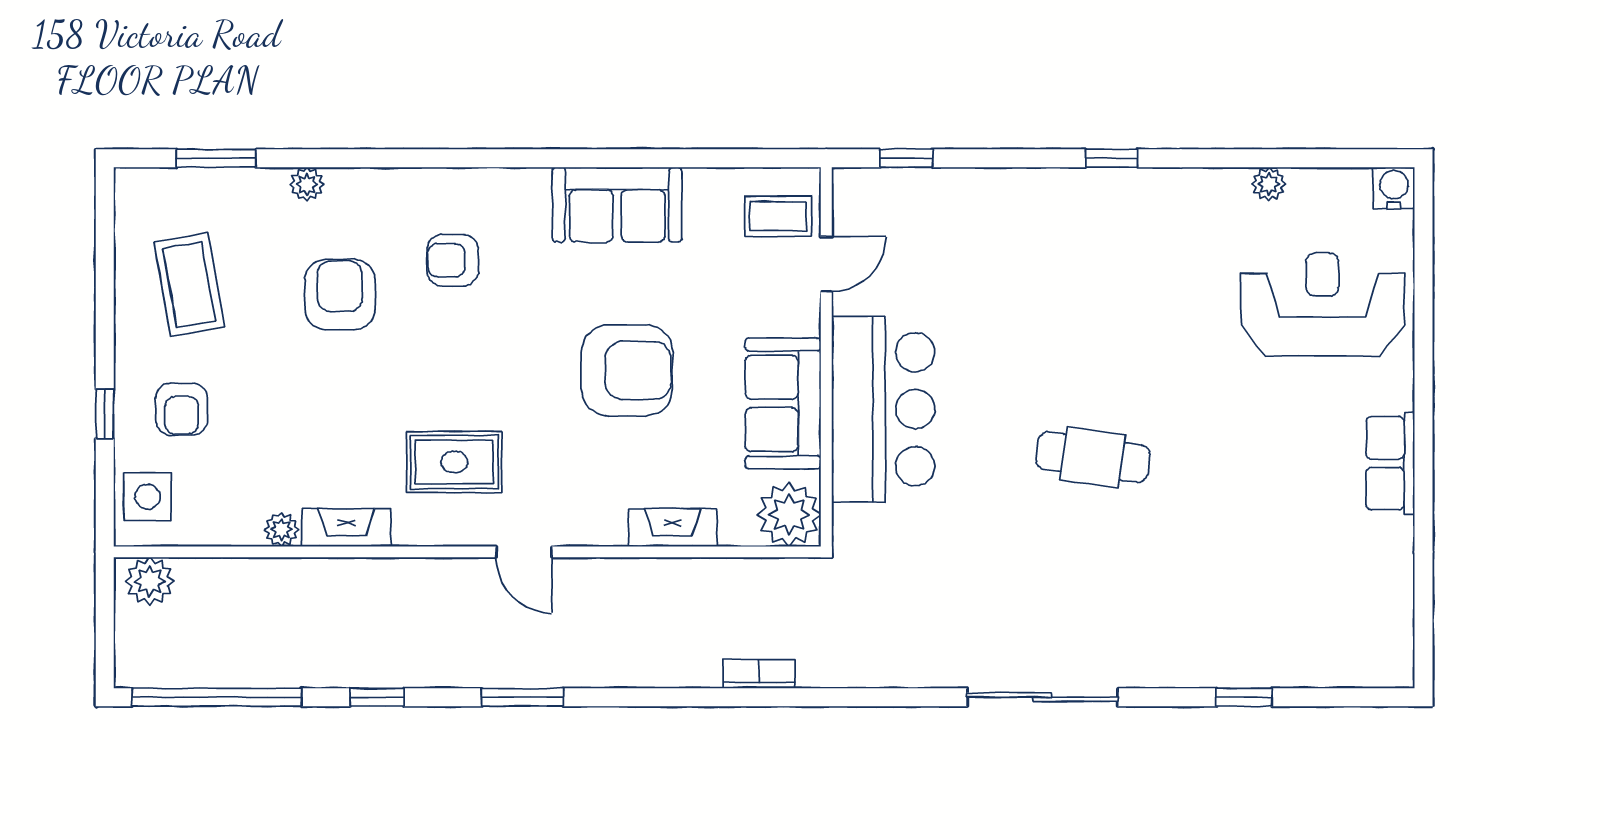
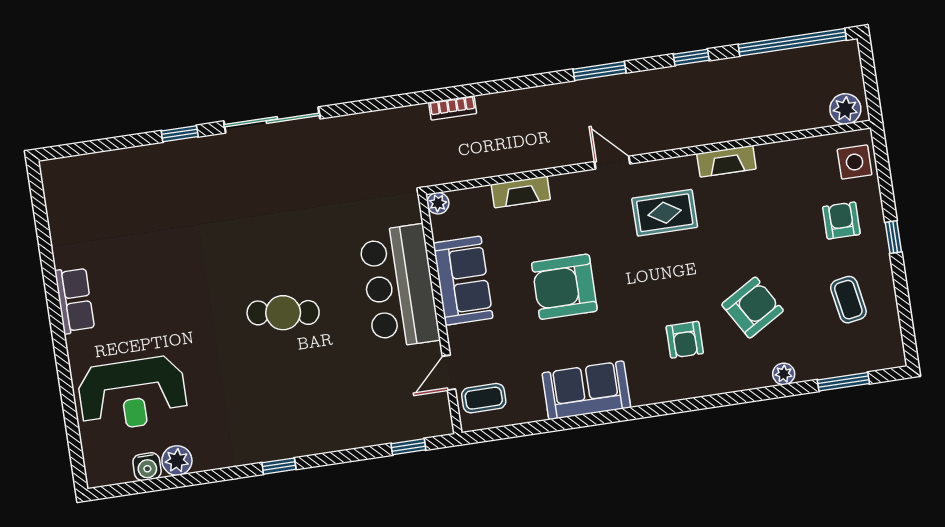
plant: (1269, 184) -> (177, 461), width x1.38, depth x1.38
water cooler: (1394, 188) -> (147, 467), moved
armchair: (453, 260) -> (685, 340), turned 90
coffee table: (189, 285) -> (848, 300), width x0.73, depth x0.77
armchair: (340, 294) -> (753, 308), turned -121
window: (105, 414) -> (893, 237), moved
cafe table: (1093, 457) -> (283, 313), moved
plant: (789, 515) -> (438, 203), width x0.53, depth x0.53
plant: (281, 529) -> (767, 154), removed
window: (1244, 697) -> (180, 134), moved

